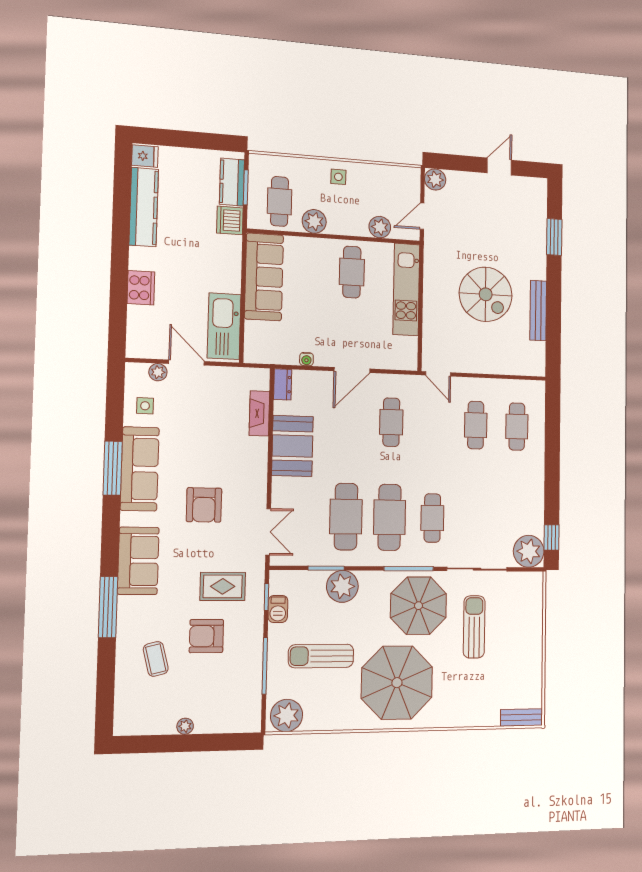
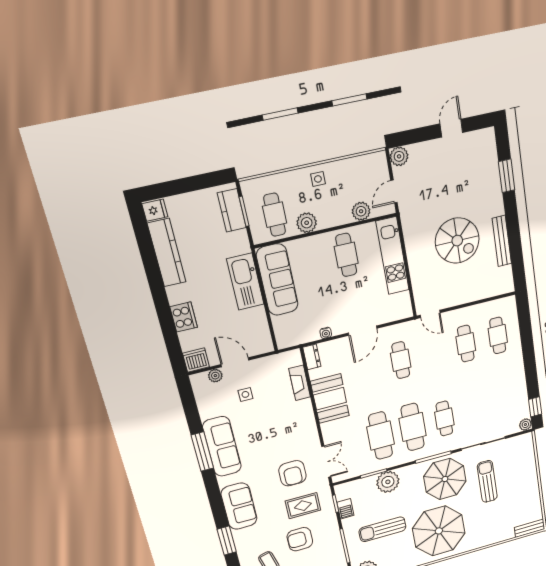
dishwasher: (230, 220) -> (196, 360), moved, turned 90
kitchen sink: (224, 326) -> (245, 282), moved
side table: (145, 406) -> (245, 394), moved
armchair: (204, 505) -> (292, 473), moved
plant: (529, 551) -> (525, 425), width x0.53, depth x0.53
window: (108, 607) -> (227, 541), width x0.69

